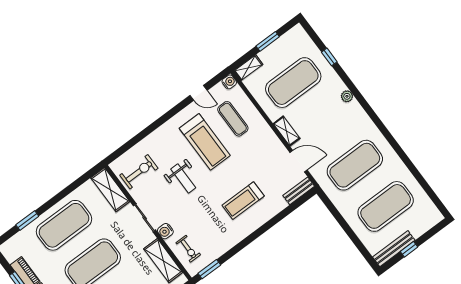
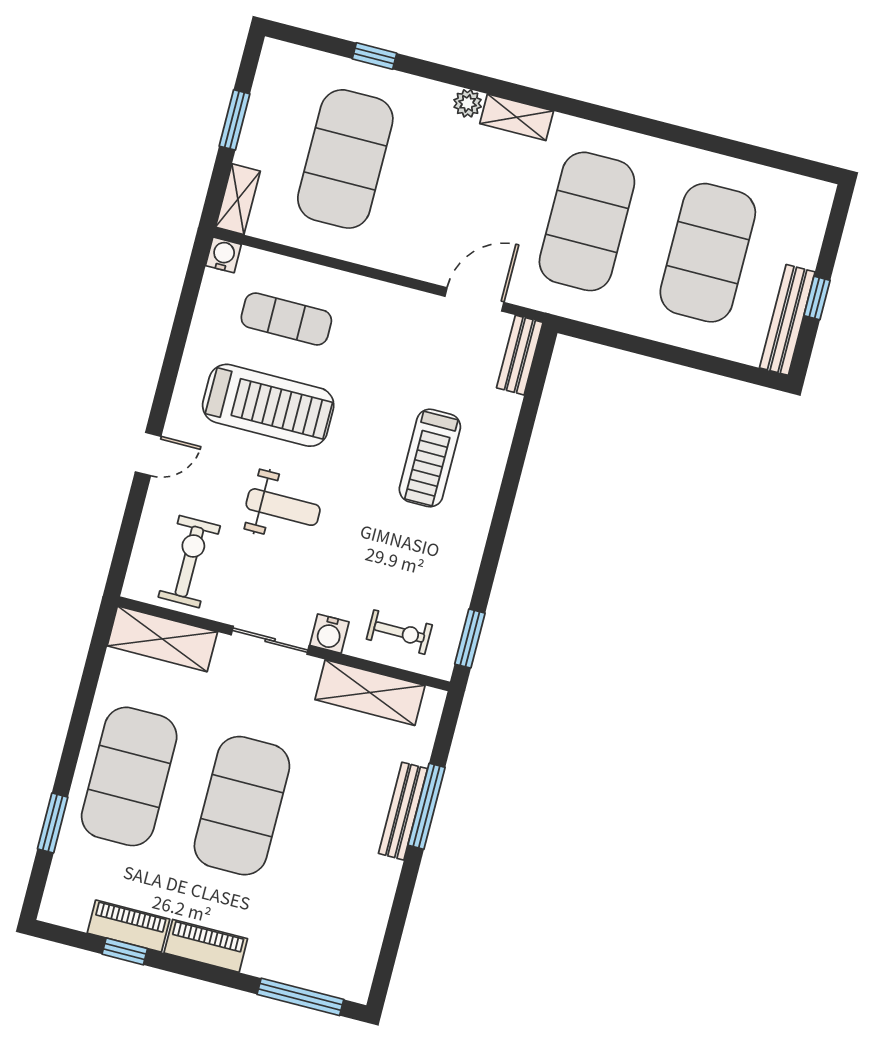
door: (199, 93) -> (148, 454), moved
shelving: (287, 131) -> (517, 117), moved

